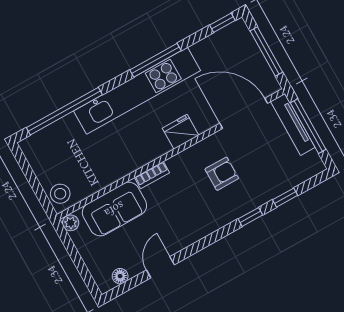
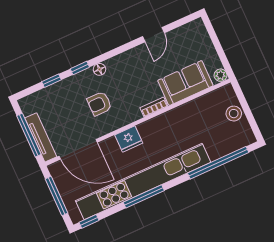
kitchen unit: (137, 91) -> (143, 182), width x1.36
stool: (60, 194) -> (234, 114), moved
floor lamp: (120, 276) -> (99, 69), moved

